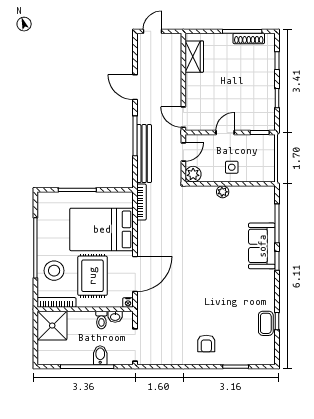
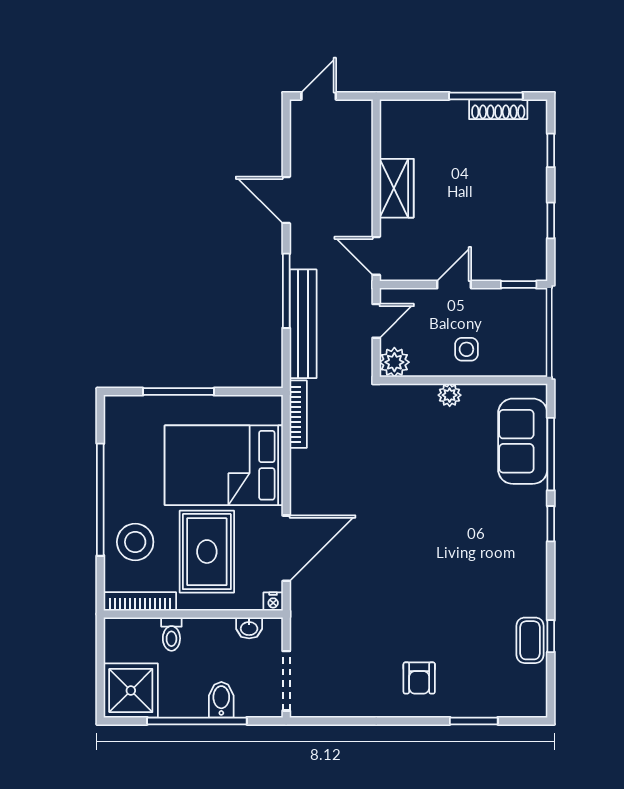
wardrobe: (194, 57) -> (397, 188), moved
sofa: (262, 246) -> (523, 441), moved
toilet: (101, 320) -> (171, 634), moved
shower: (52, 326) -> (131, 691), moved

